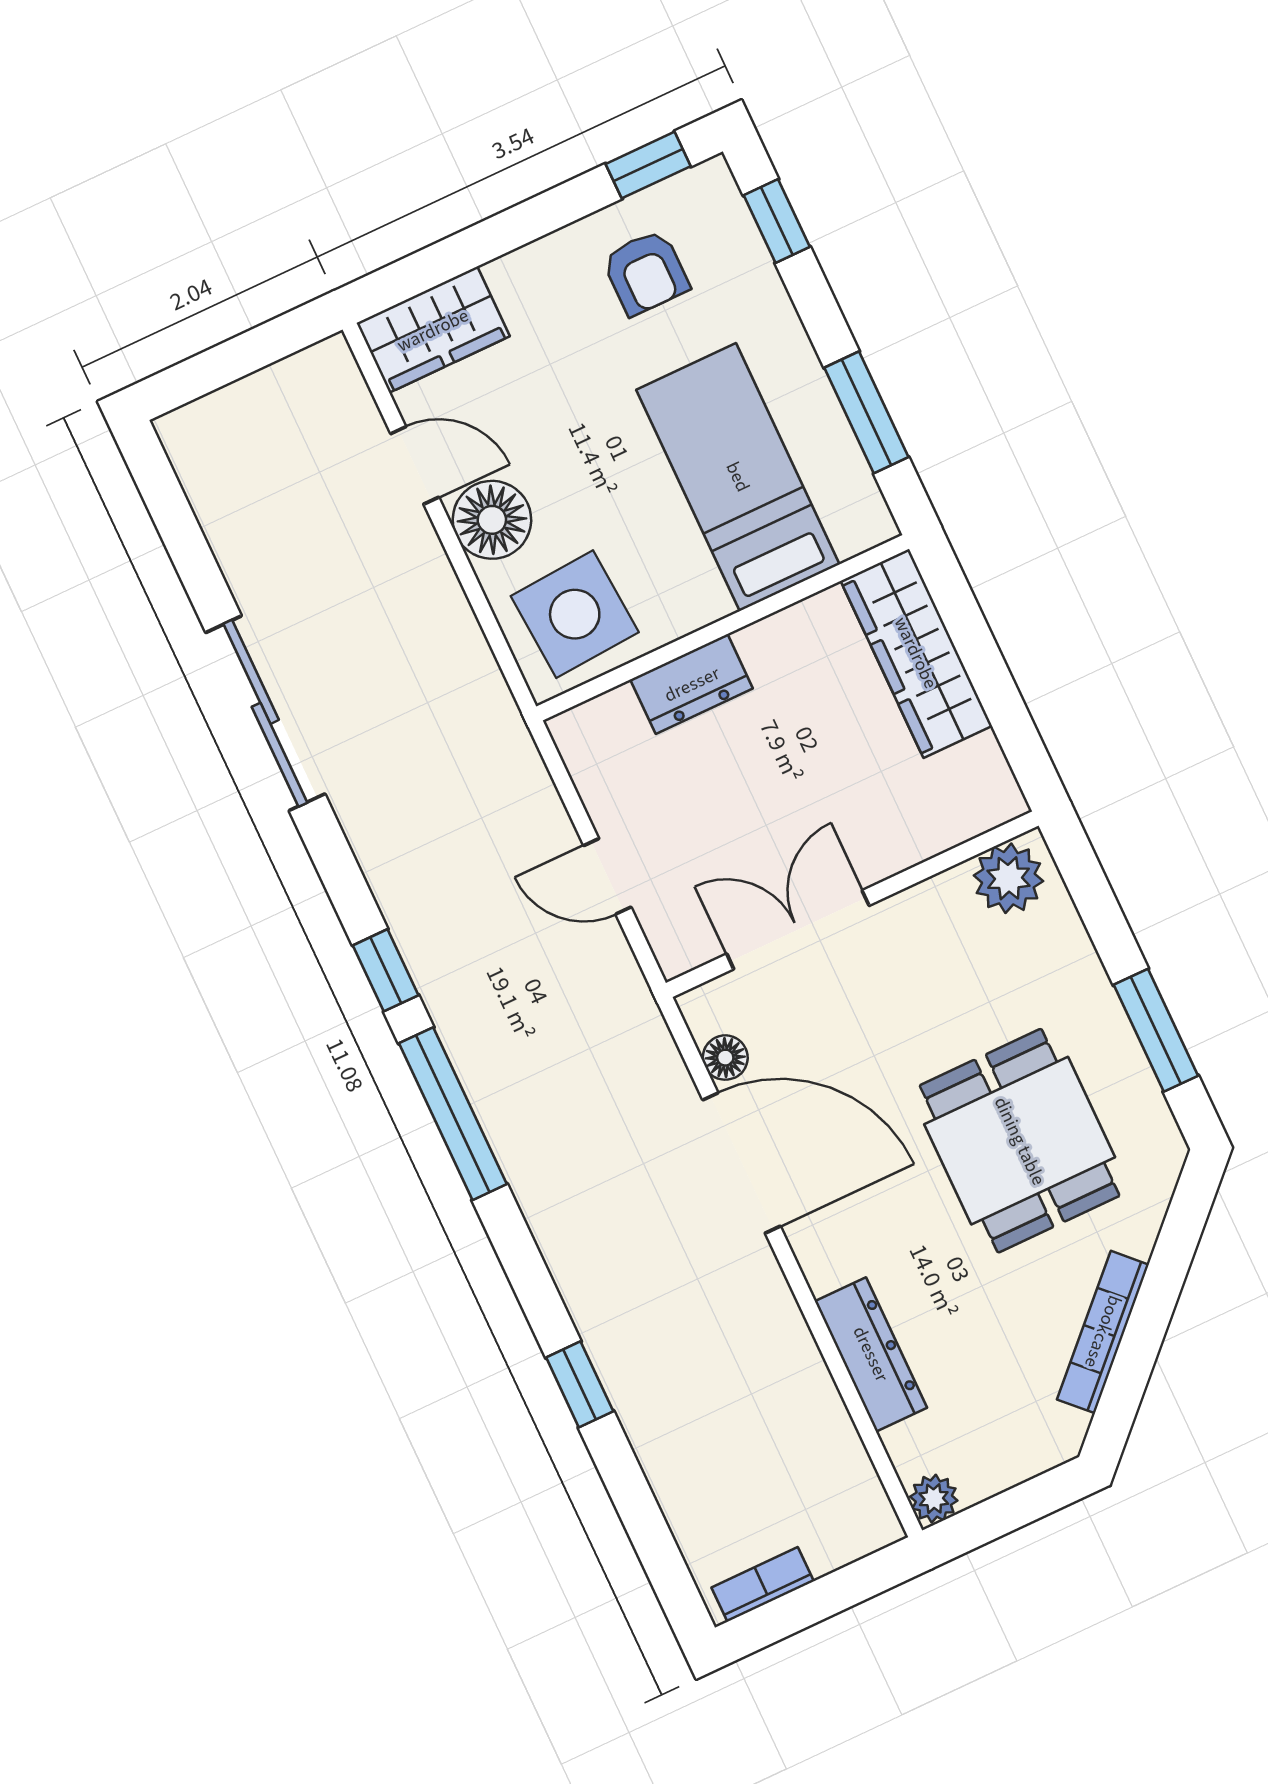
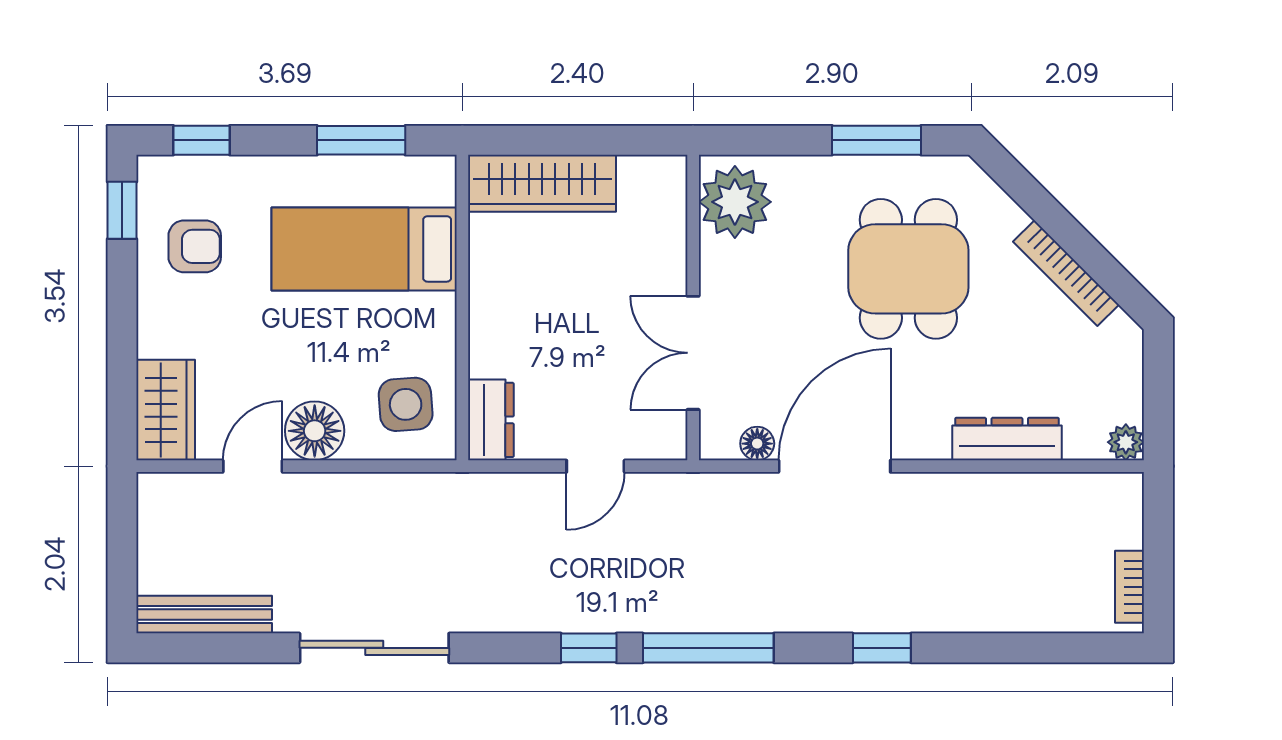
bench: (210, 491) -> (204, 614), added
side table: (575, 614) -> (406, 404), width x0.73, depth x0.73
dresser: (692, 684) -> (491, 420), moved
plant: (1008, 878) -> (735, 202), width x1.36, depth x1.36
dining table: (1020, 1141) -> (908, 269), turned 90
window: (580, 1384) -> (882, 648), moved

